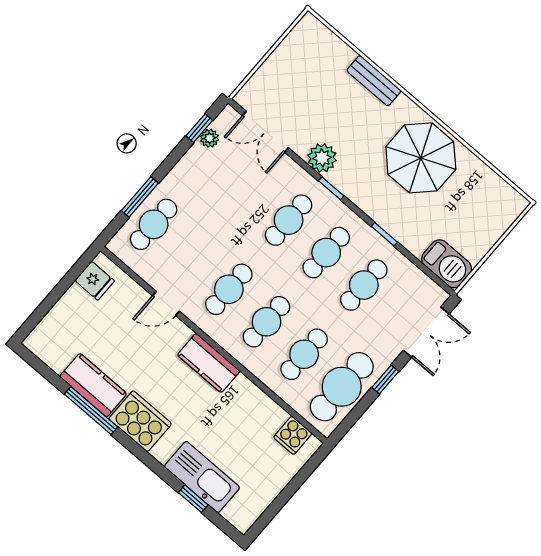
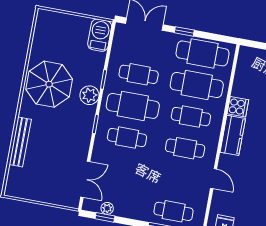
bench: (374, 81) -> (20, 142), width x1.36
plant: (322, 158) -> (89, 95), moved
cafe table: (326, 253) -> (133, 106), width x1.37, depth x1.35
cafe table: (304, 354) -> (197, 85), width x1.37, depth x1.35
cooker: (293, 435) -> (238, 107), moved

